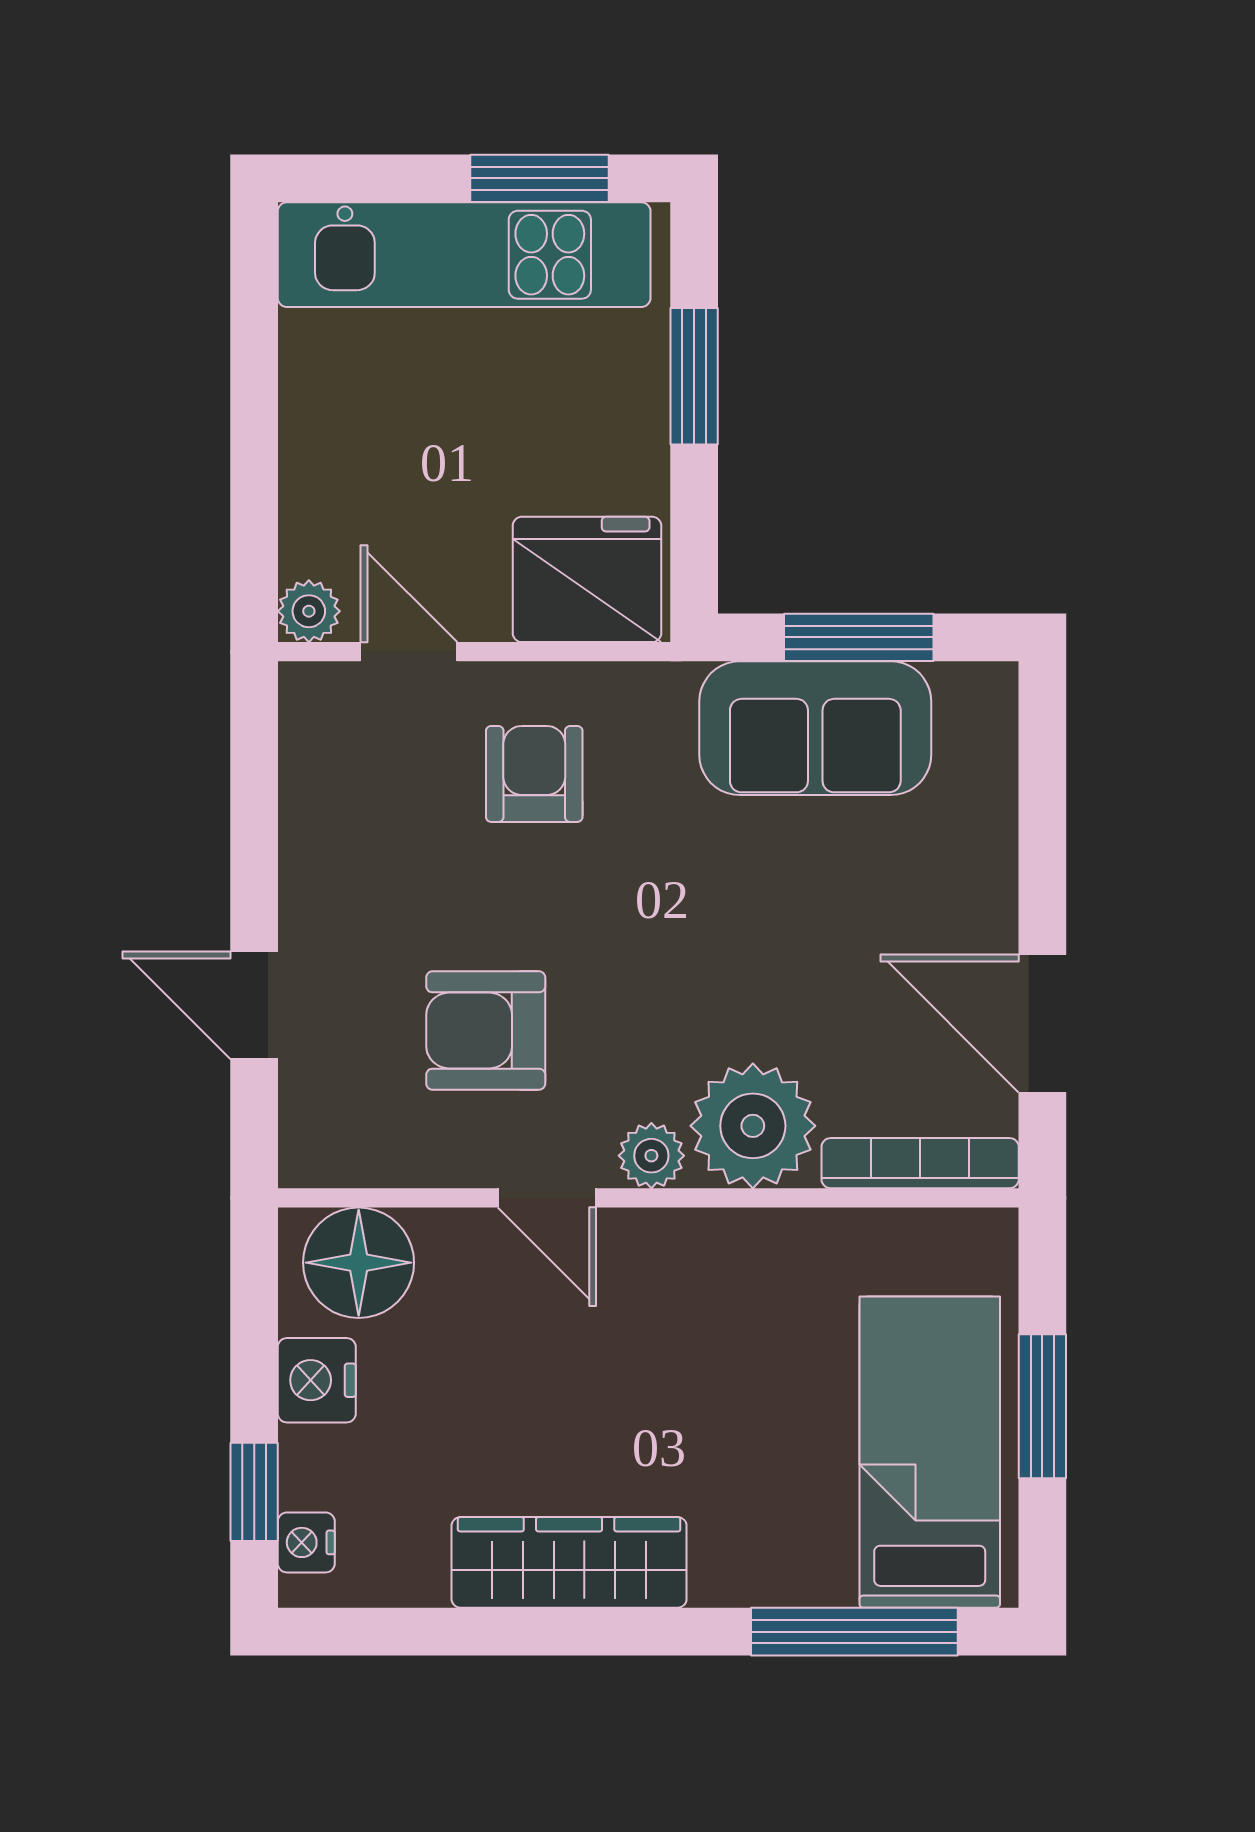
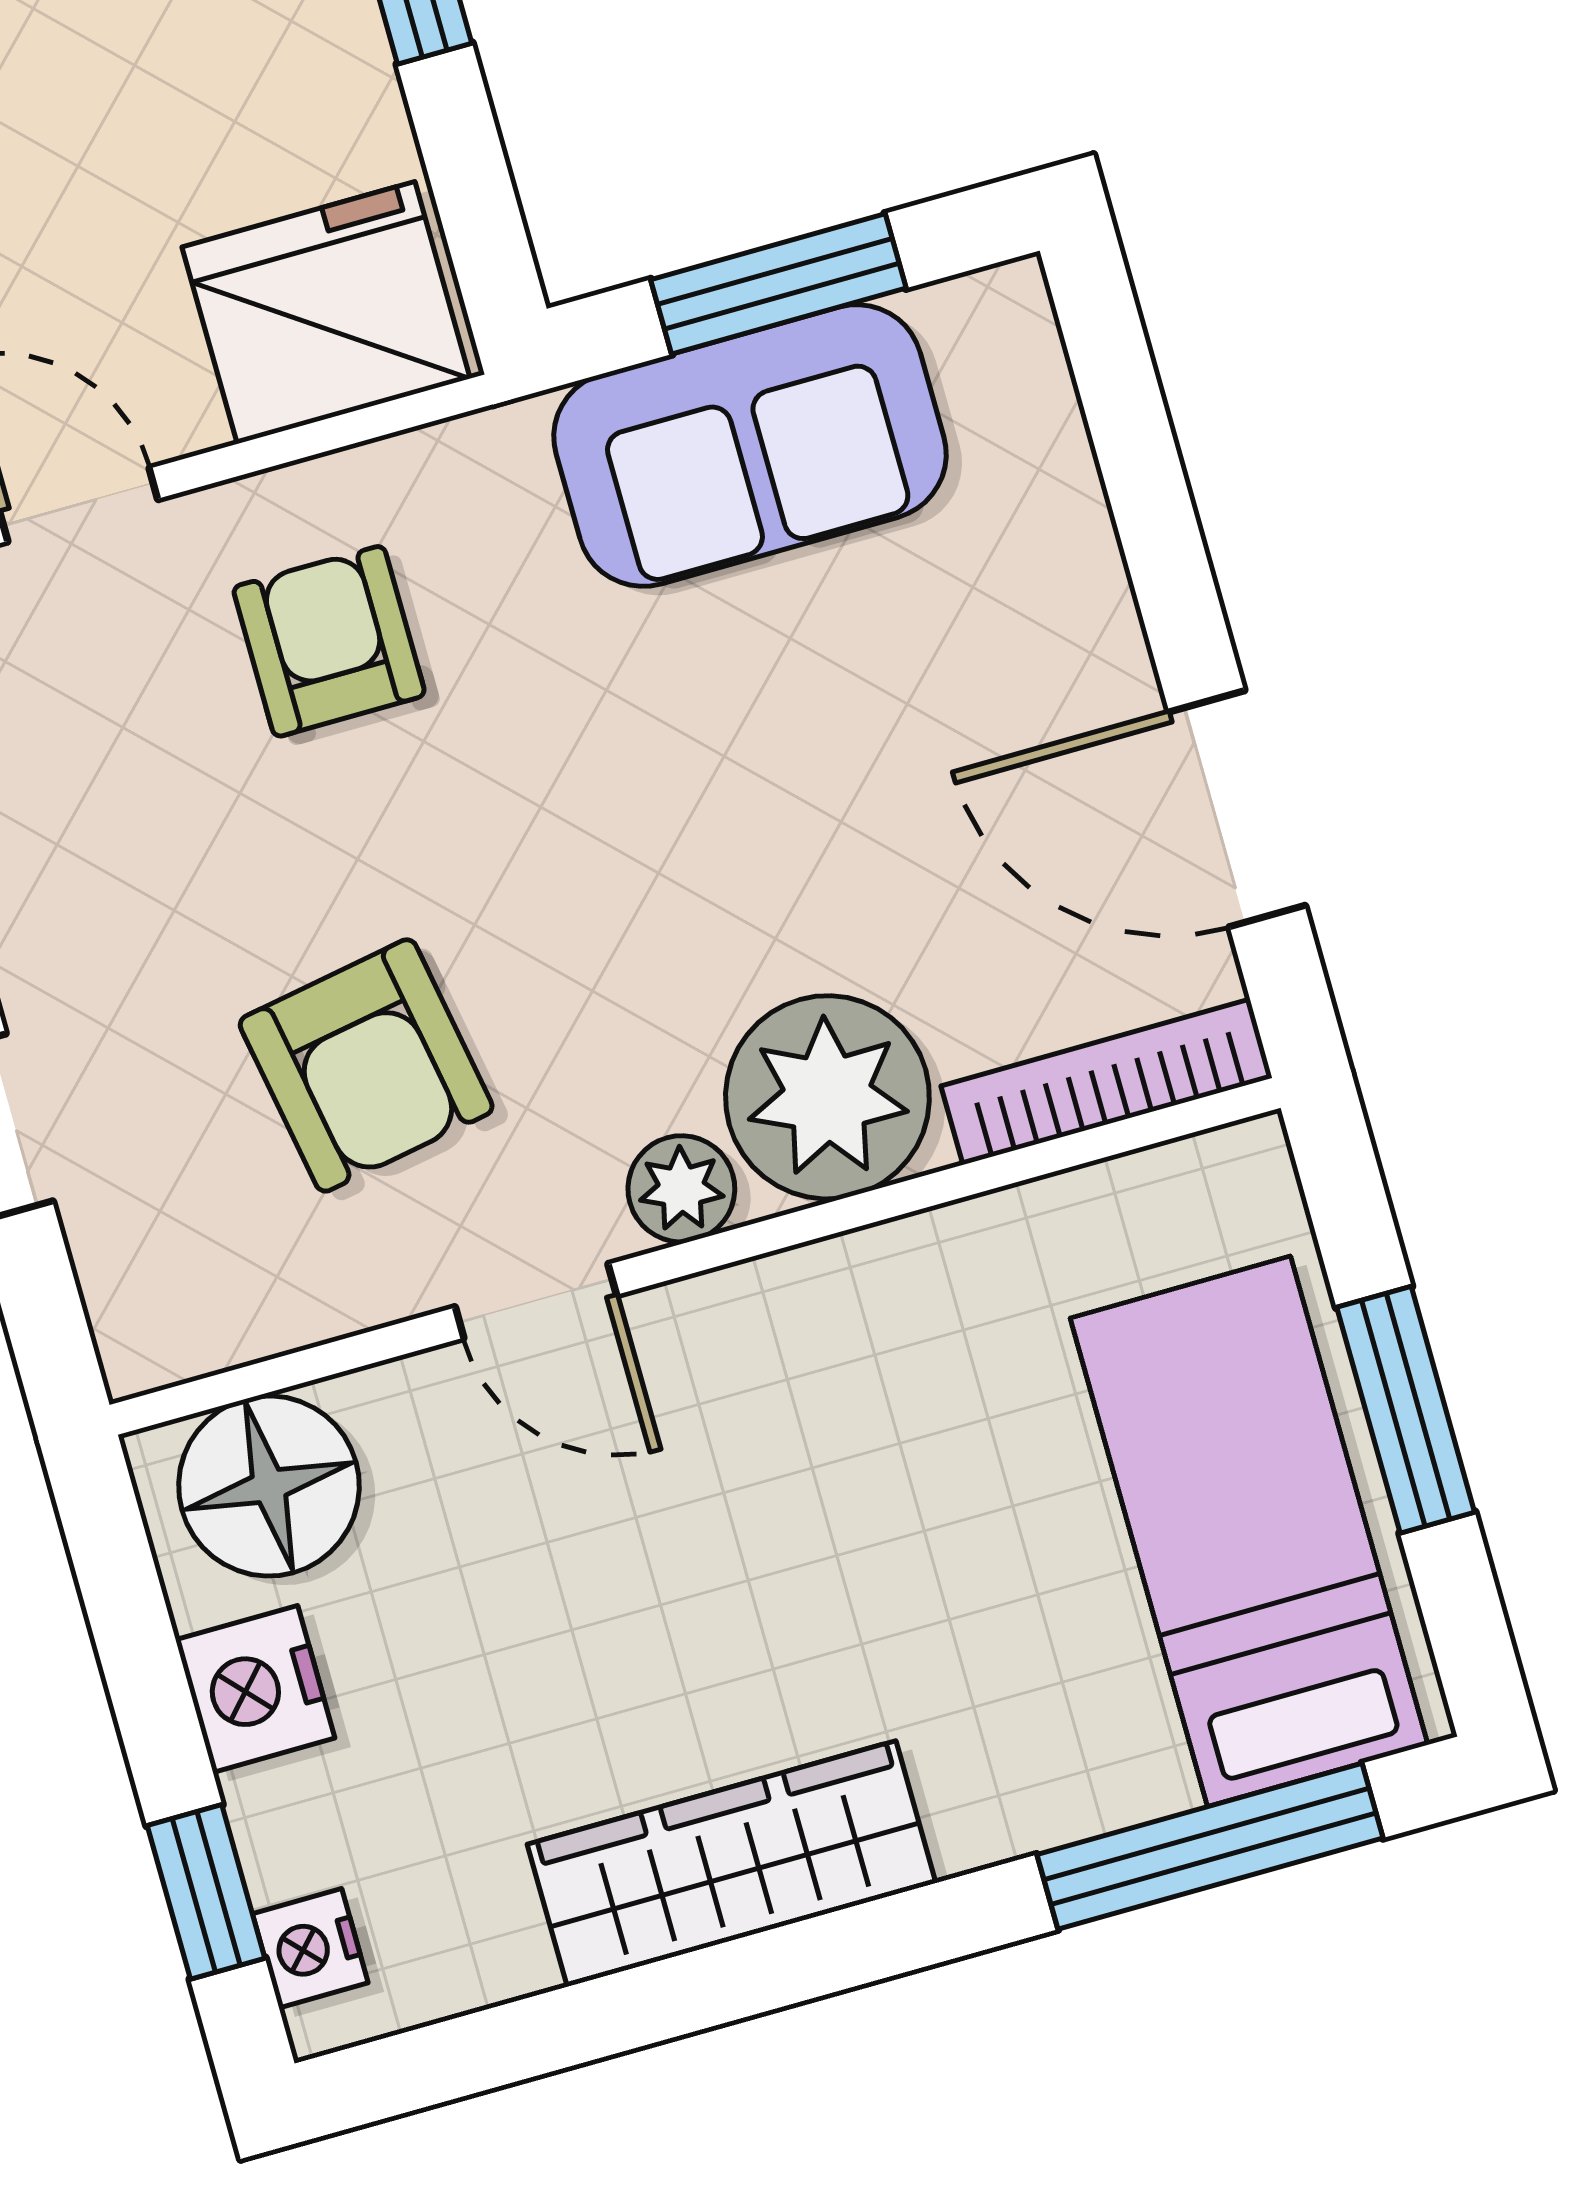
armchair: (486, 1031) -> (366, 1065), turned -100

